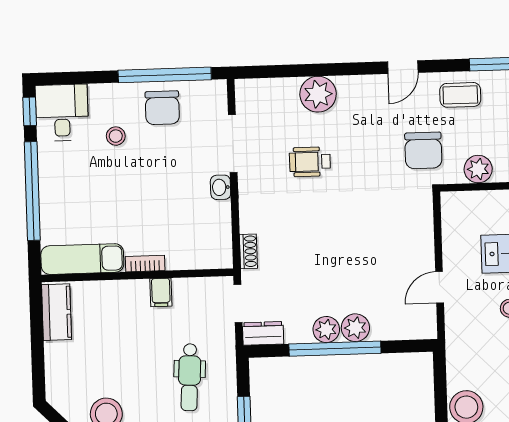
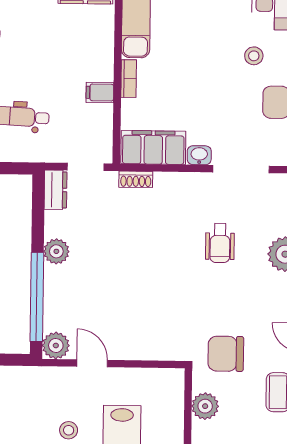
wheelchair: (310, 162) -> (220, 243), turned 180
filing cabinet: (215, 235) -> (153, 147), added
plant: (355, 328) -> (56, 345), moved
window: (335, 349) -> (37, 297), moved

